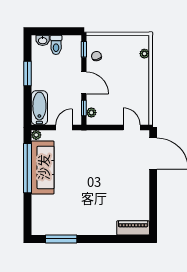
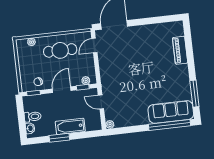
cafe table: (130, 86) -> (60, 50), added
bathtub: (39, 108) -> (70, 126), moved
sofa: (43, 167) -> (171, 112), moved
window: (27, 168) -> (170, 125), moved
piano: (133, 228) -> (180, 50), moved

